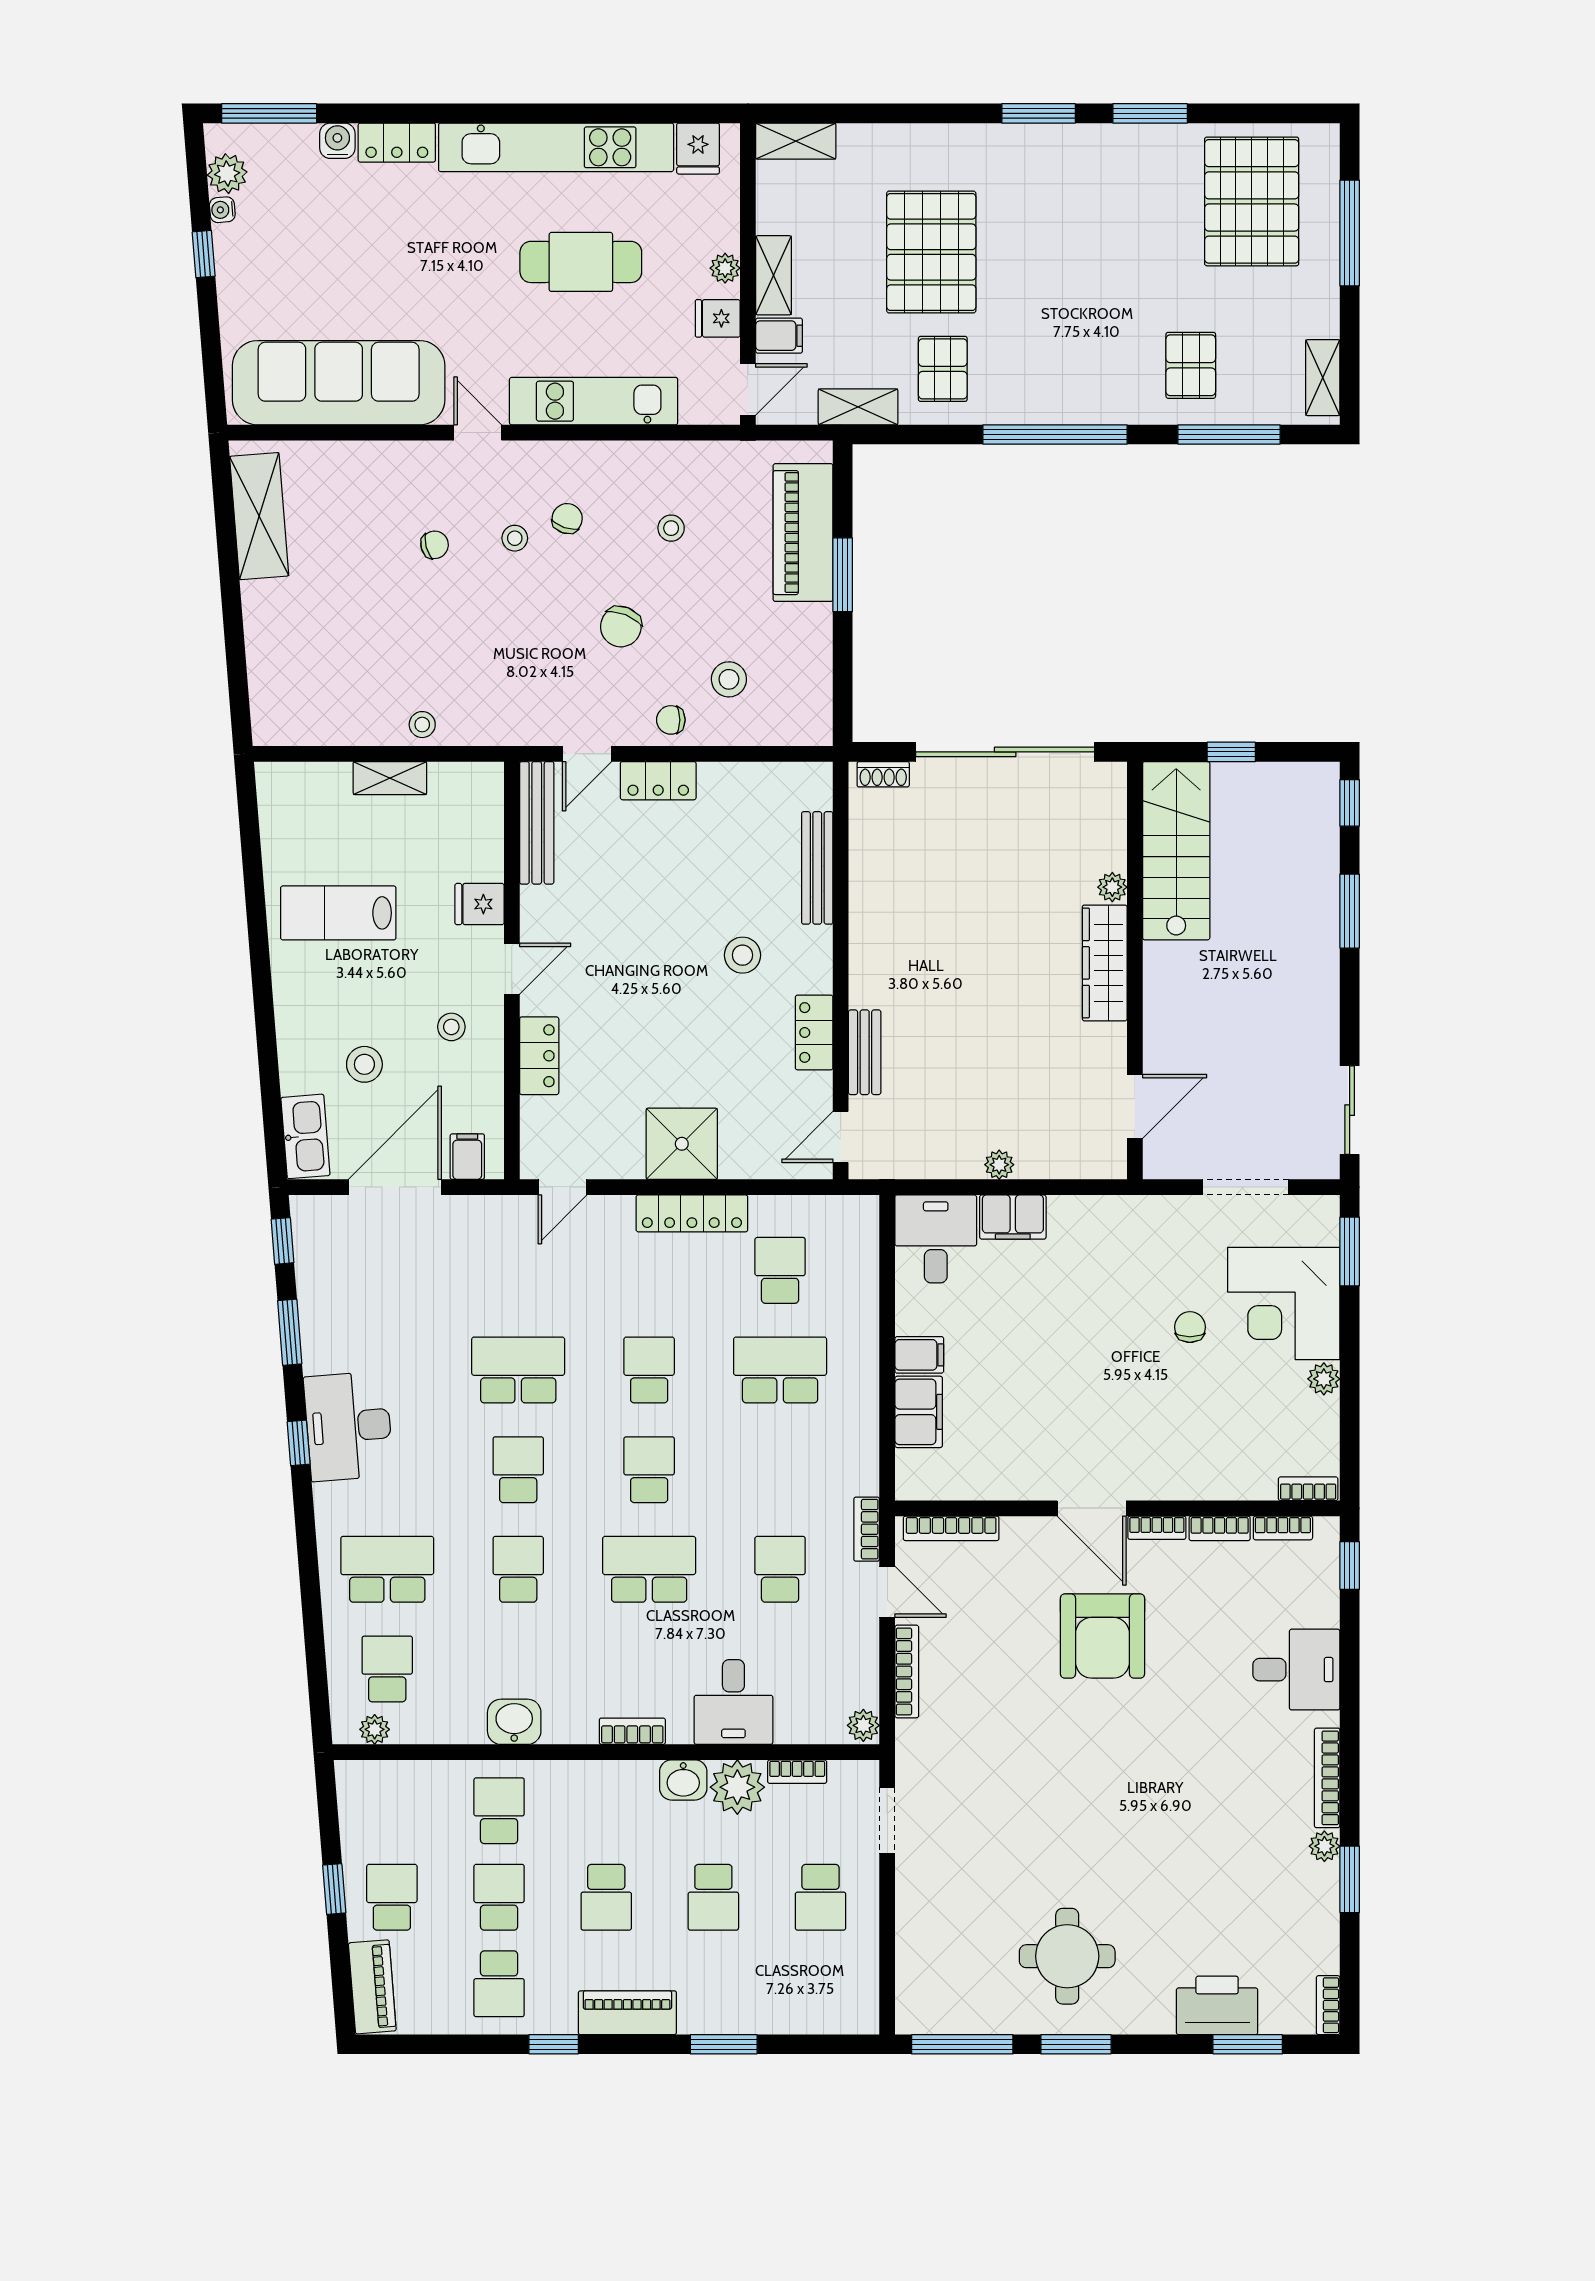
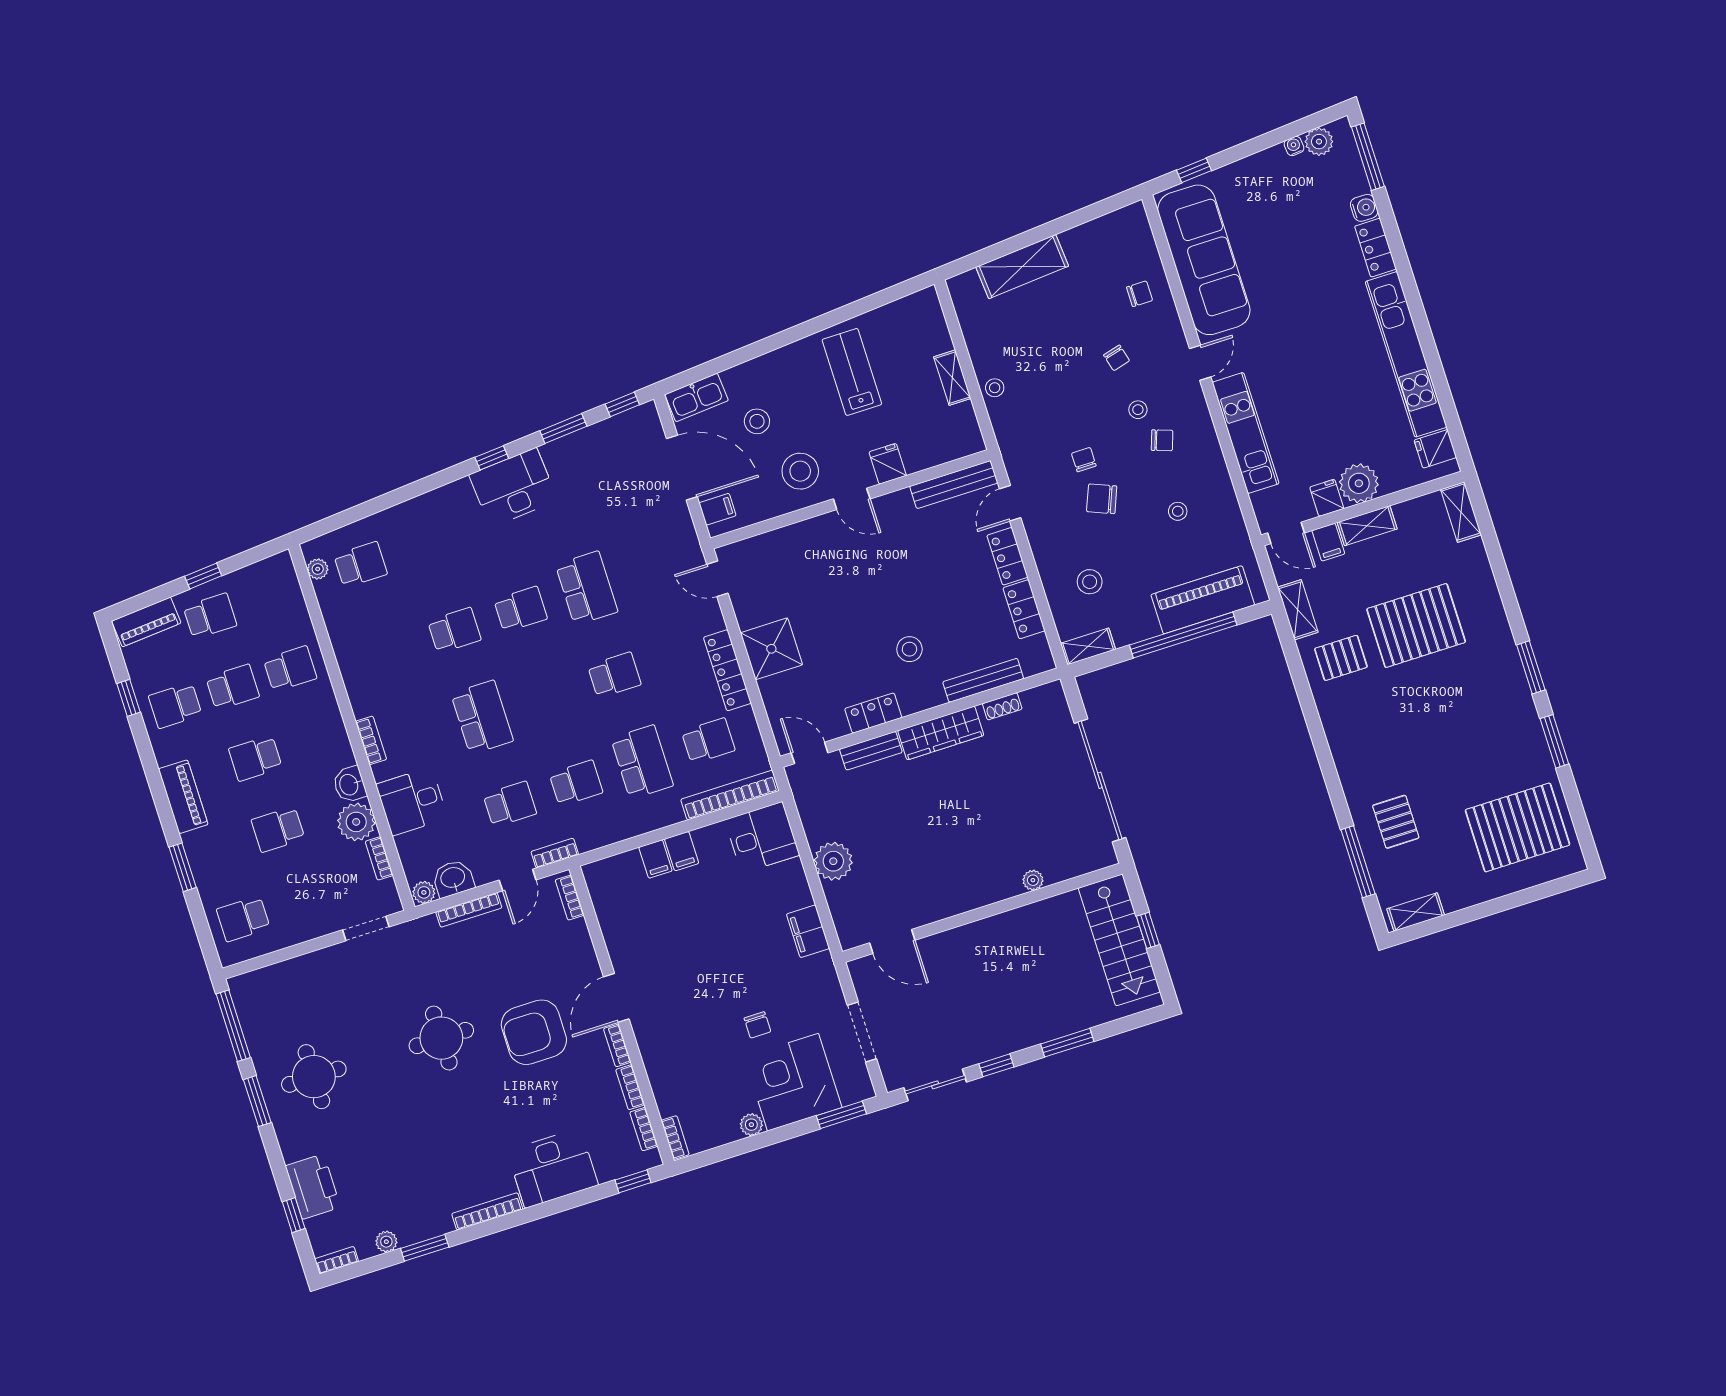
window: (1350, 233) -> (1517, 899), removed
window: (204, 254) -> (1194, 170), moved
cafe table: (581, 262) -> (1335, 395), removed
plant: (725, 268) -> (1359, 483), width x1.87, depth x1.87
pallet: (1191, 365) -> (1396, 822), turned 90
window: (1055, 435) -> (1321, 746), removed
chair: (357, 485) -> (1140, 294), added
shelving: (259, 516) -> (1022, 267), moved
window: (843, 575) -> (1183, 635), width x2.11
shelving: (817, 710) -> (1088, 646), added
chair: (671, 720) -> (1084, 460), moved
door: (587, 754) -> (1010, 503), hinge flipped
shoe rack: (883, 774) -> (1002, 706), moved, turned -90
window: (1350, 803) -> (996, 1065), moved
stairs: (1176, 851) -> (1119, 940), moved, turned 90
wardrobe: (1105, 963) -> (941, 733), moved, turned 180
stool: (451, 1027) -> (800, 471), width x1.89, depth x1.89
locker: (539, 1056) -> (1024, 609), moved, turned 90
plant: (999, 1165) -> (833, 861), width x1.88, depth x1.88
filing cabinet: (1013, 1217) -> (808, 931), moved
bookcase: (864, 1264) -> (730, 795), added
chair: (1190, 1327) -> (757, 1025), turned 90
filing cabinet: (919, 1412) -> (655, 859), width x0.50
school desk: (649, 1470) -> (576, 783), moved
bookcase: (951, 1528) -> (570, 898), width x0.64
school desk: (387, 1569) -> (427, 543), removed
desk: (1296, 1670) -> (553, 1168), width x1.37
washbasin: (514, 1722) -> (453, 878), moved, turned -90
round table: (1070, 1765) -> (441, 1038), added
plant: (1324, 1846) -> (386, 1242), moved
school desk: (821, 1897) -> (243, 919), moved
window: (554, 2044) -> (129, 698), moved
window: (1248, 2044) -> (294, 1215), width x0.67

